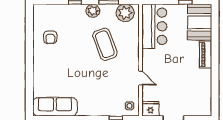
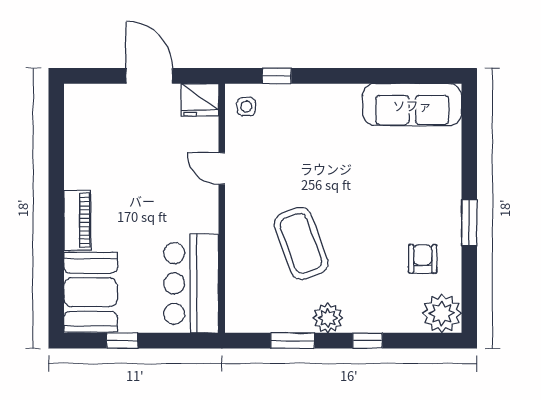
plant: (125, 13) -> (442, 313), moved
window: (29, 54) -> (469, 223), added

